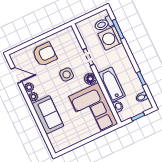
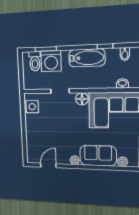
armchair: (45, 54) -> (40, 131), removed
side table: (67, 74) -> (32, 107), moved
bathtub: (112, 85) -> (87, 58), moved, turned 180
plant: (29, 87) -> (123, 162), moved

